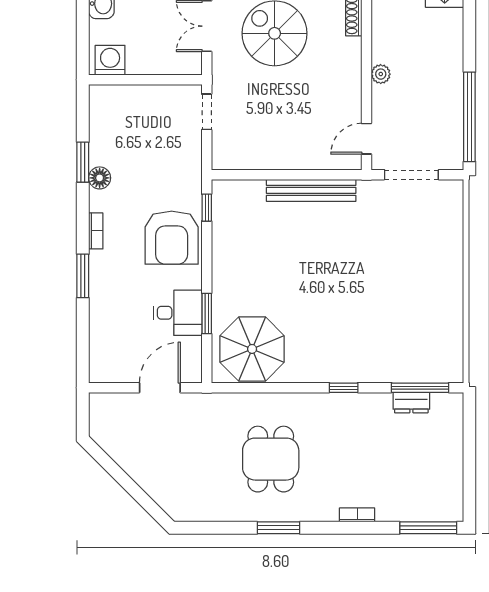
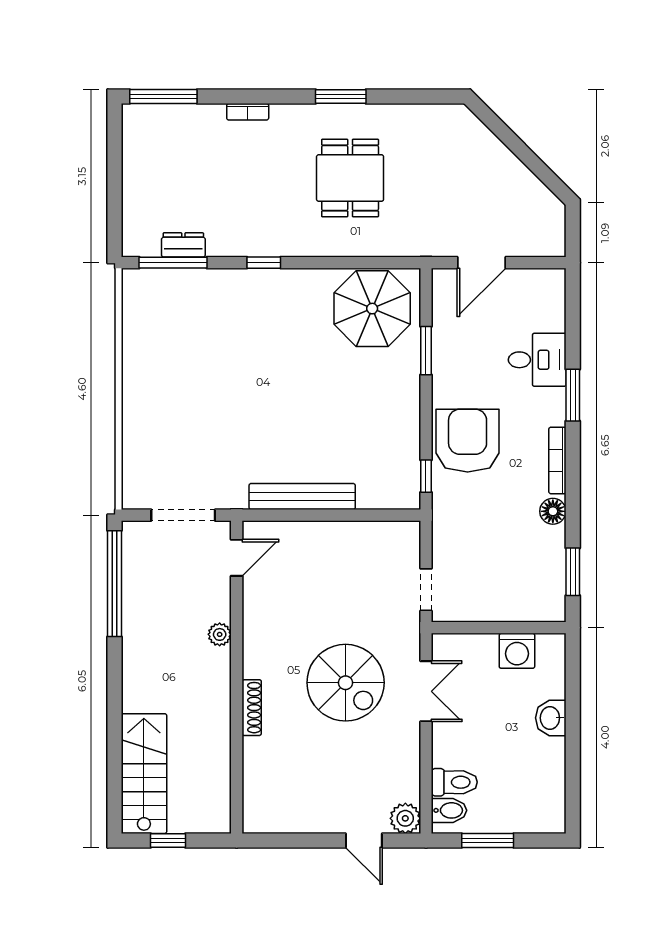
washing machine: (110, 60) -> (517, 651), moved
window: (83, 162) -> (573, 572), moved
bookcase: (96, 231) -> (557, 460), width x1.56
desk: (178, 313) -> (537, 360), moved, turned 180

